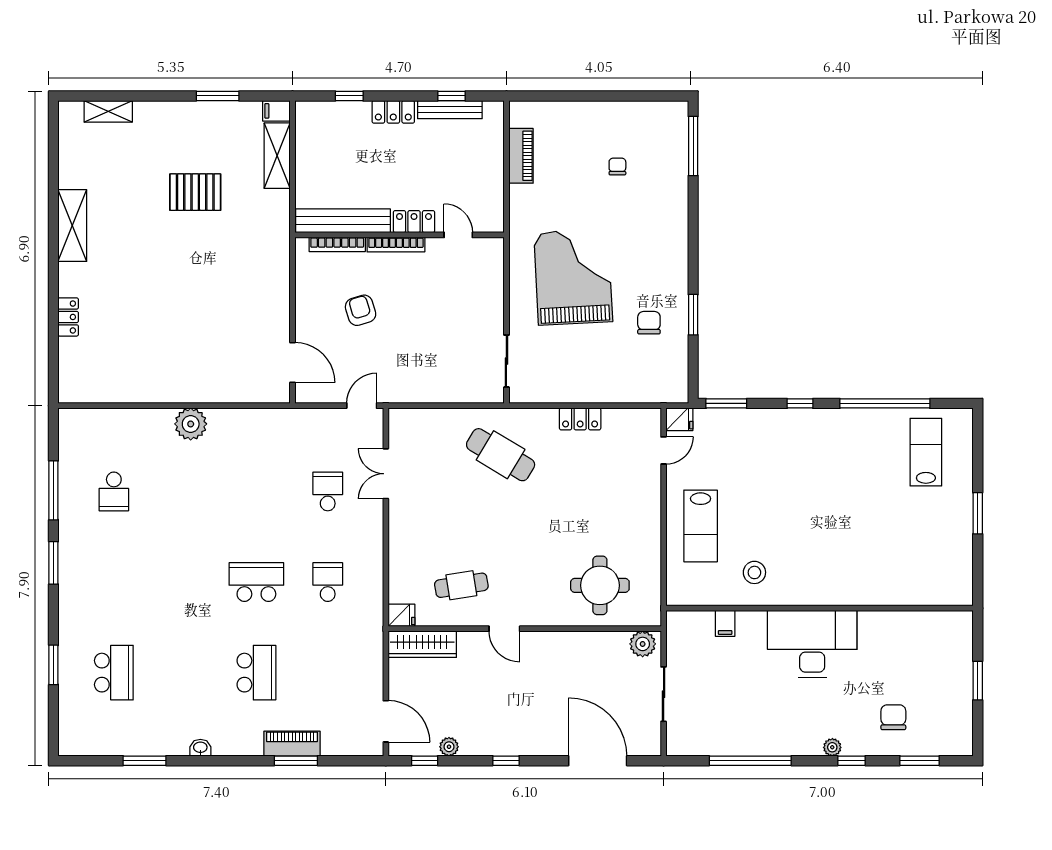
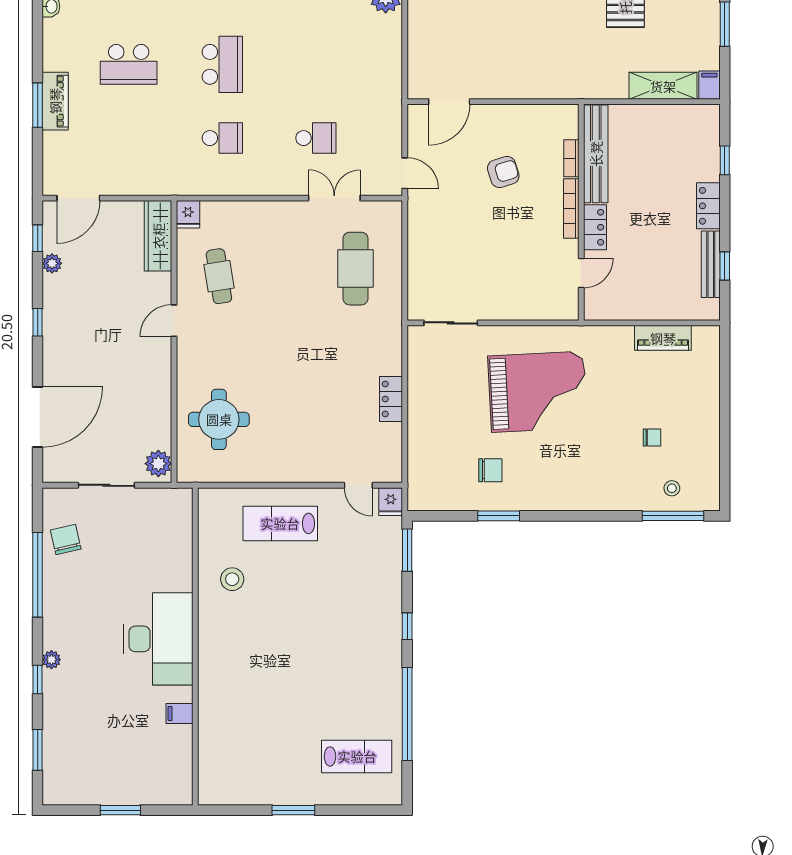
stool: (667, 147) -> (672, 488), added
bookcase: (337, 244) -> (571, 158), width x0.64
cafe table: (501, 455) -> (355, 269), moved, turned -31
filing cabinet: (725, 623) -> (179, 714), moved
chair: (893, 717) -> (66, 540), moved, turned -103

